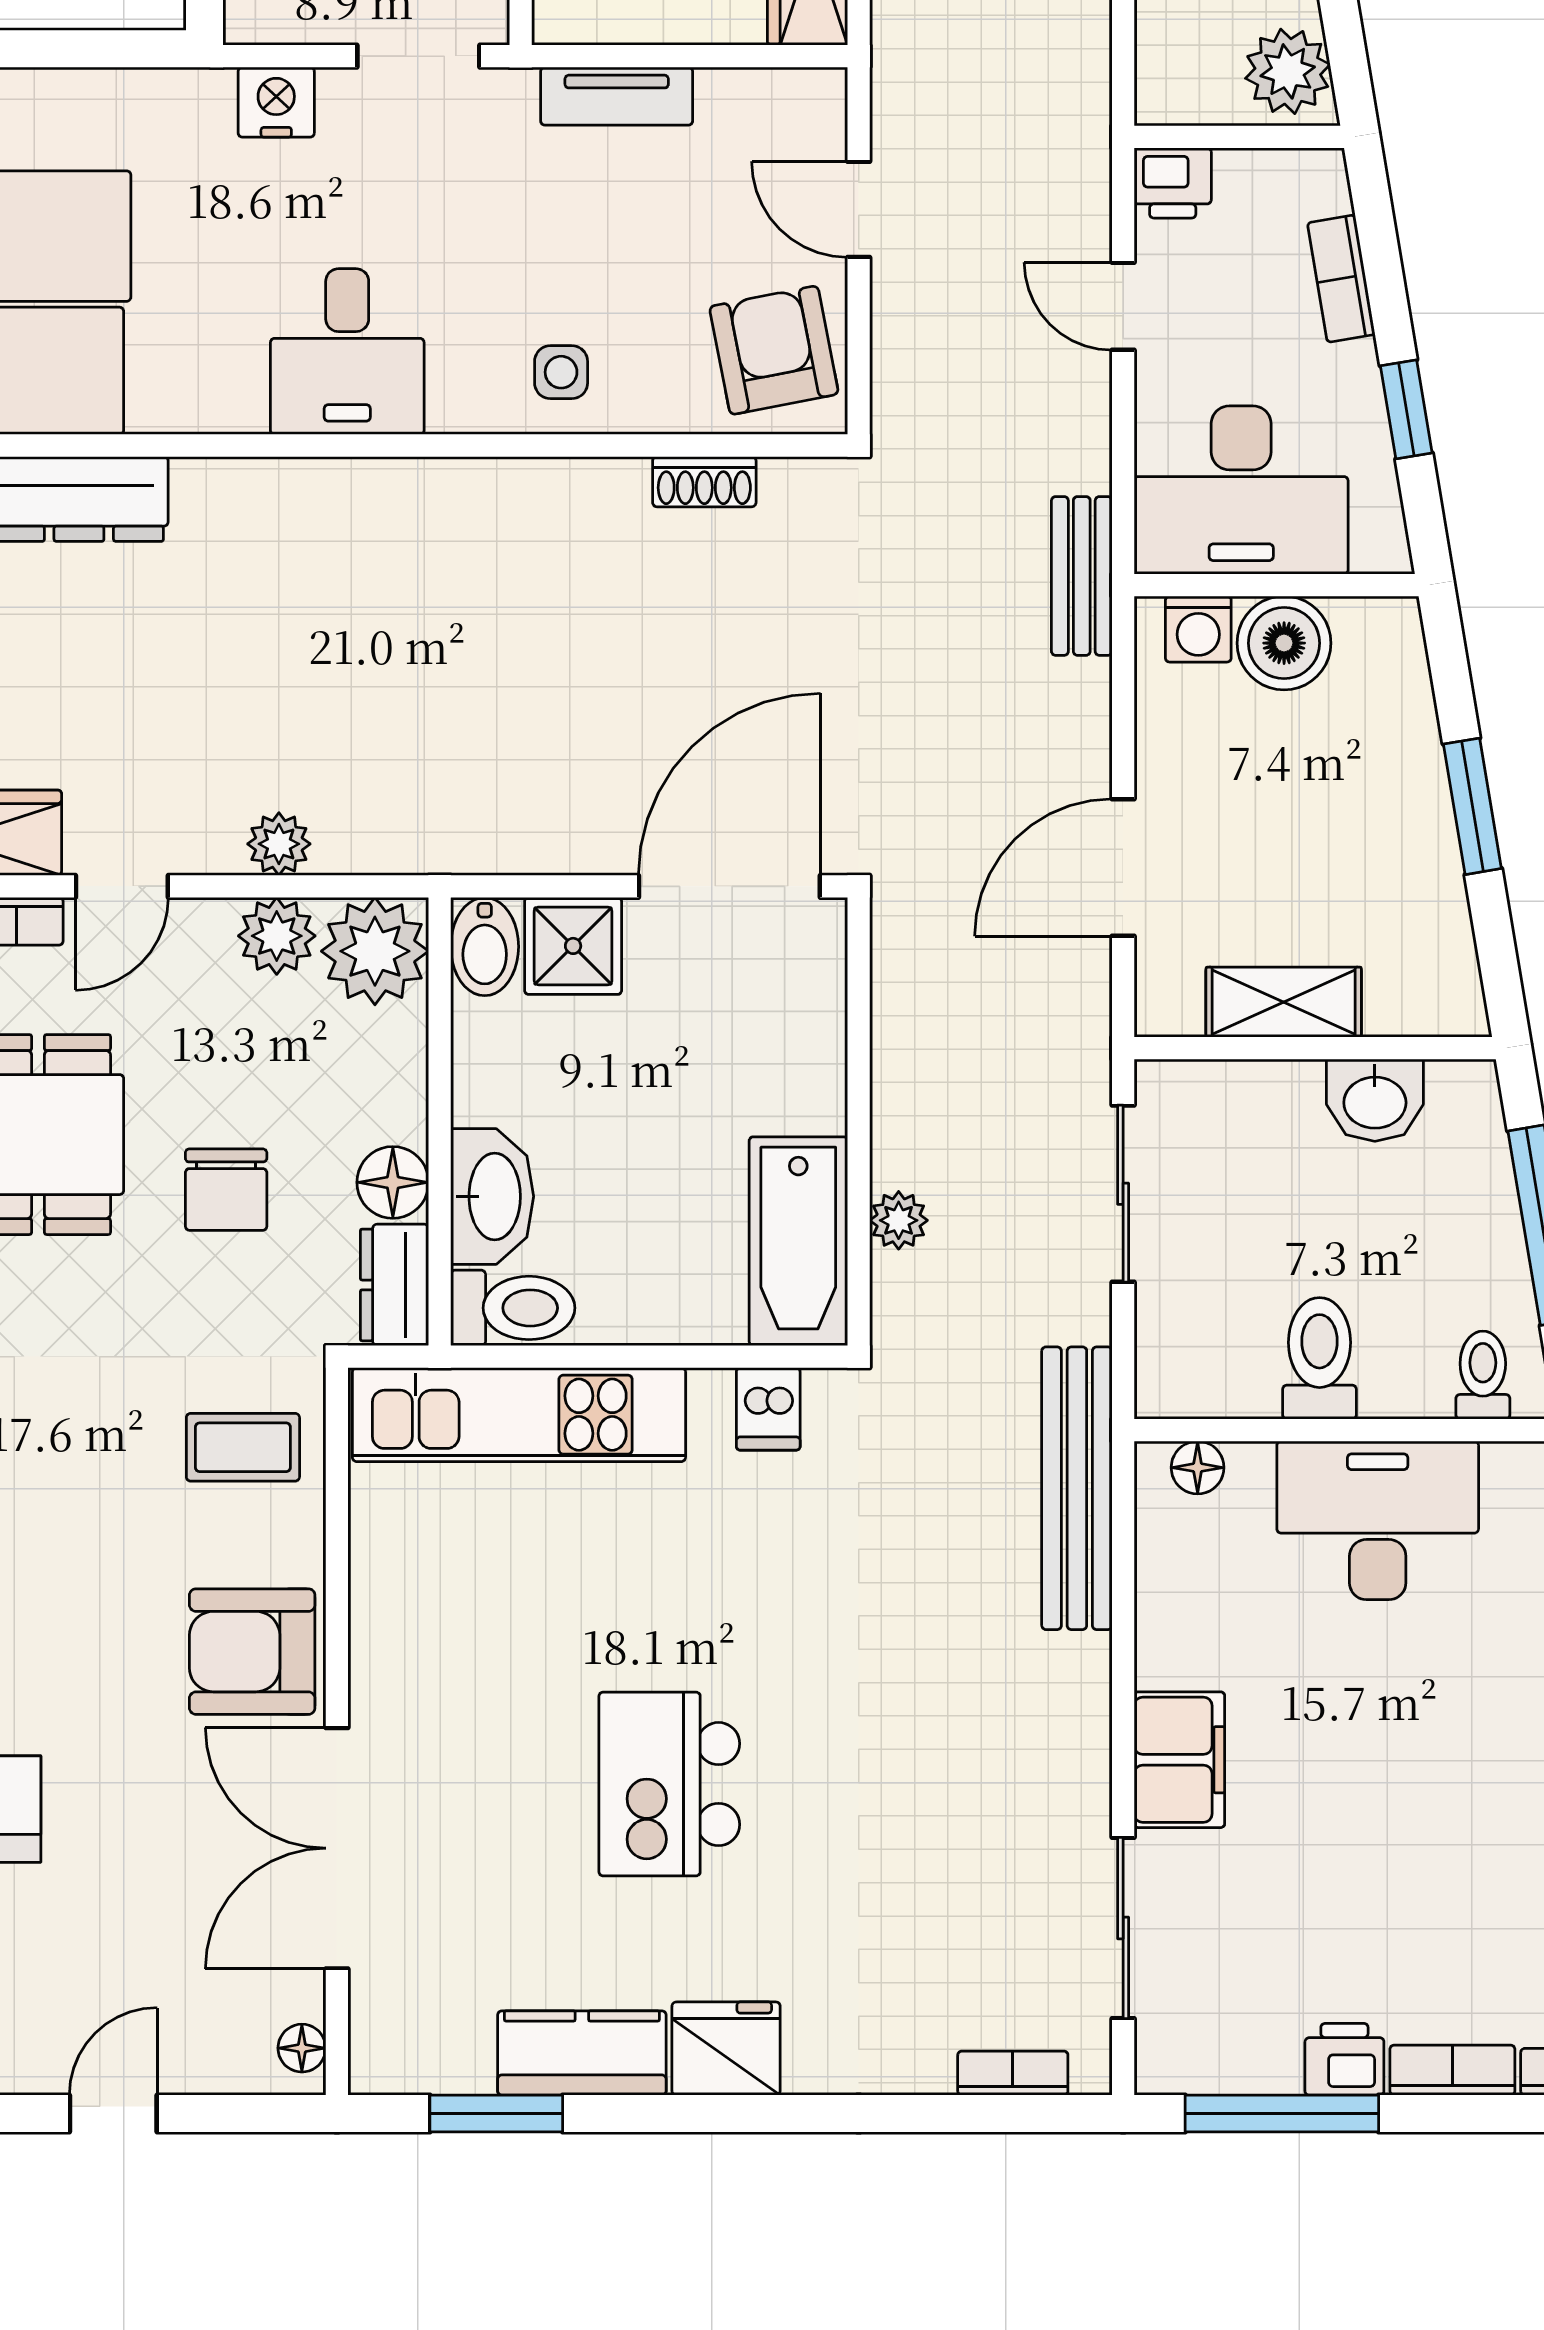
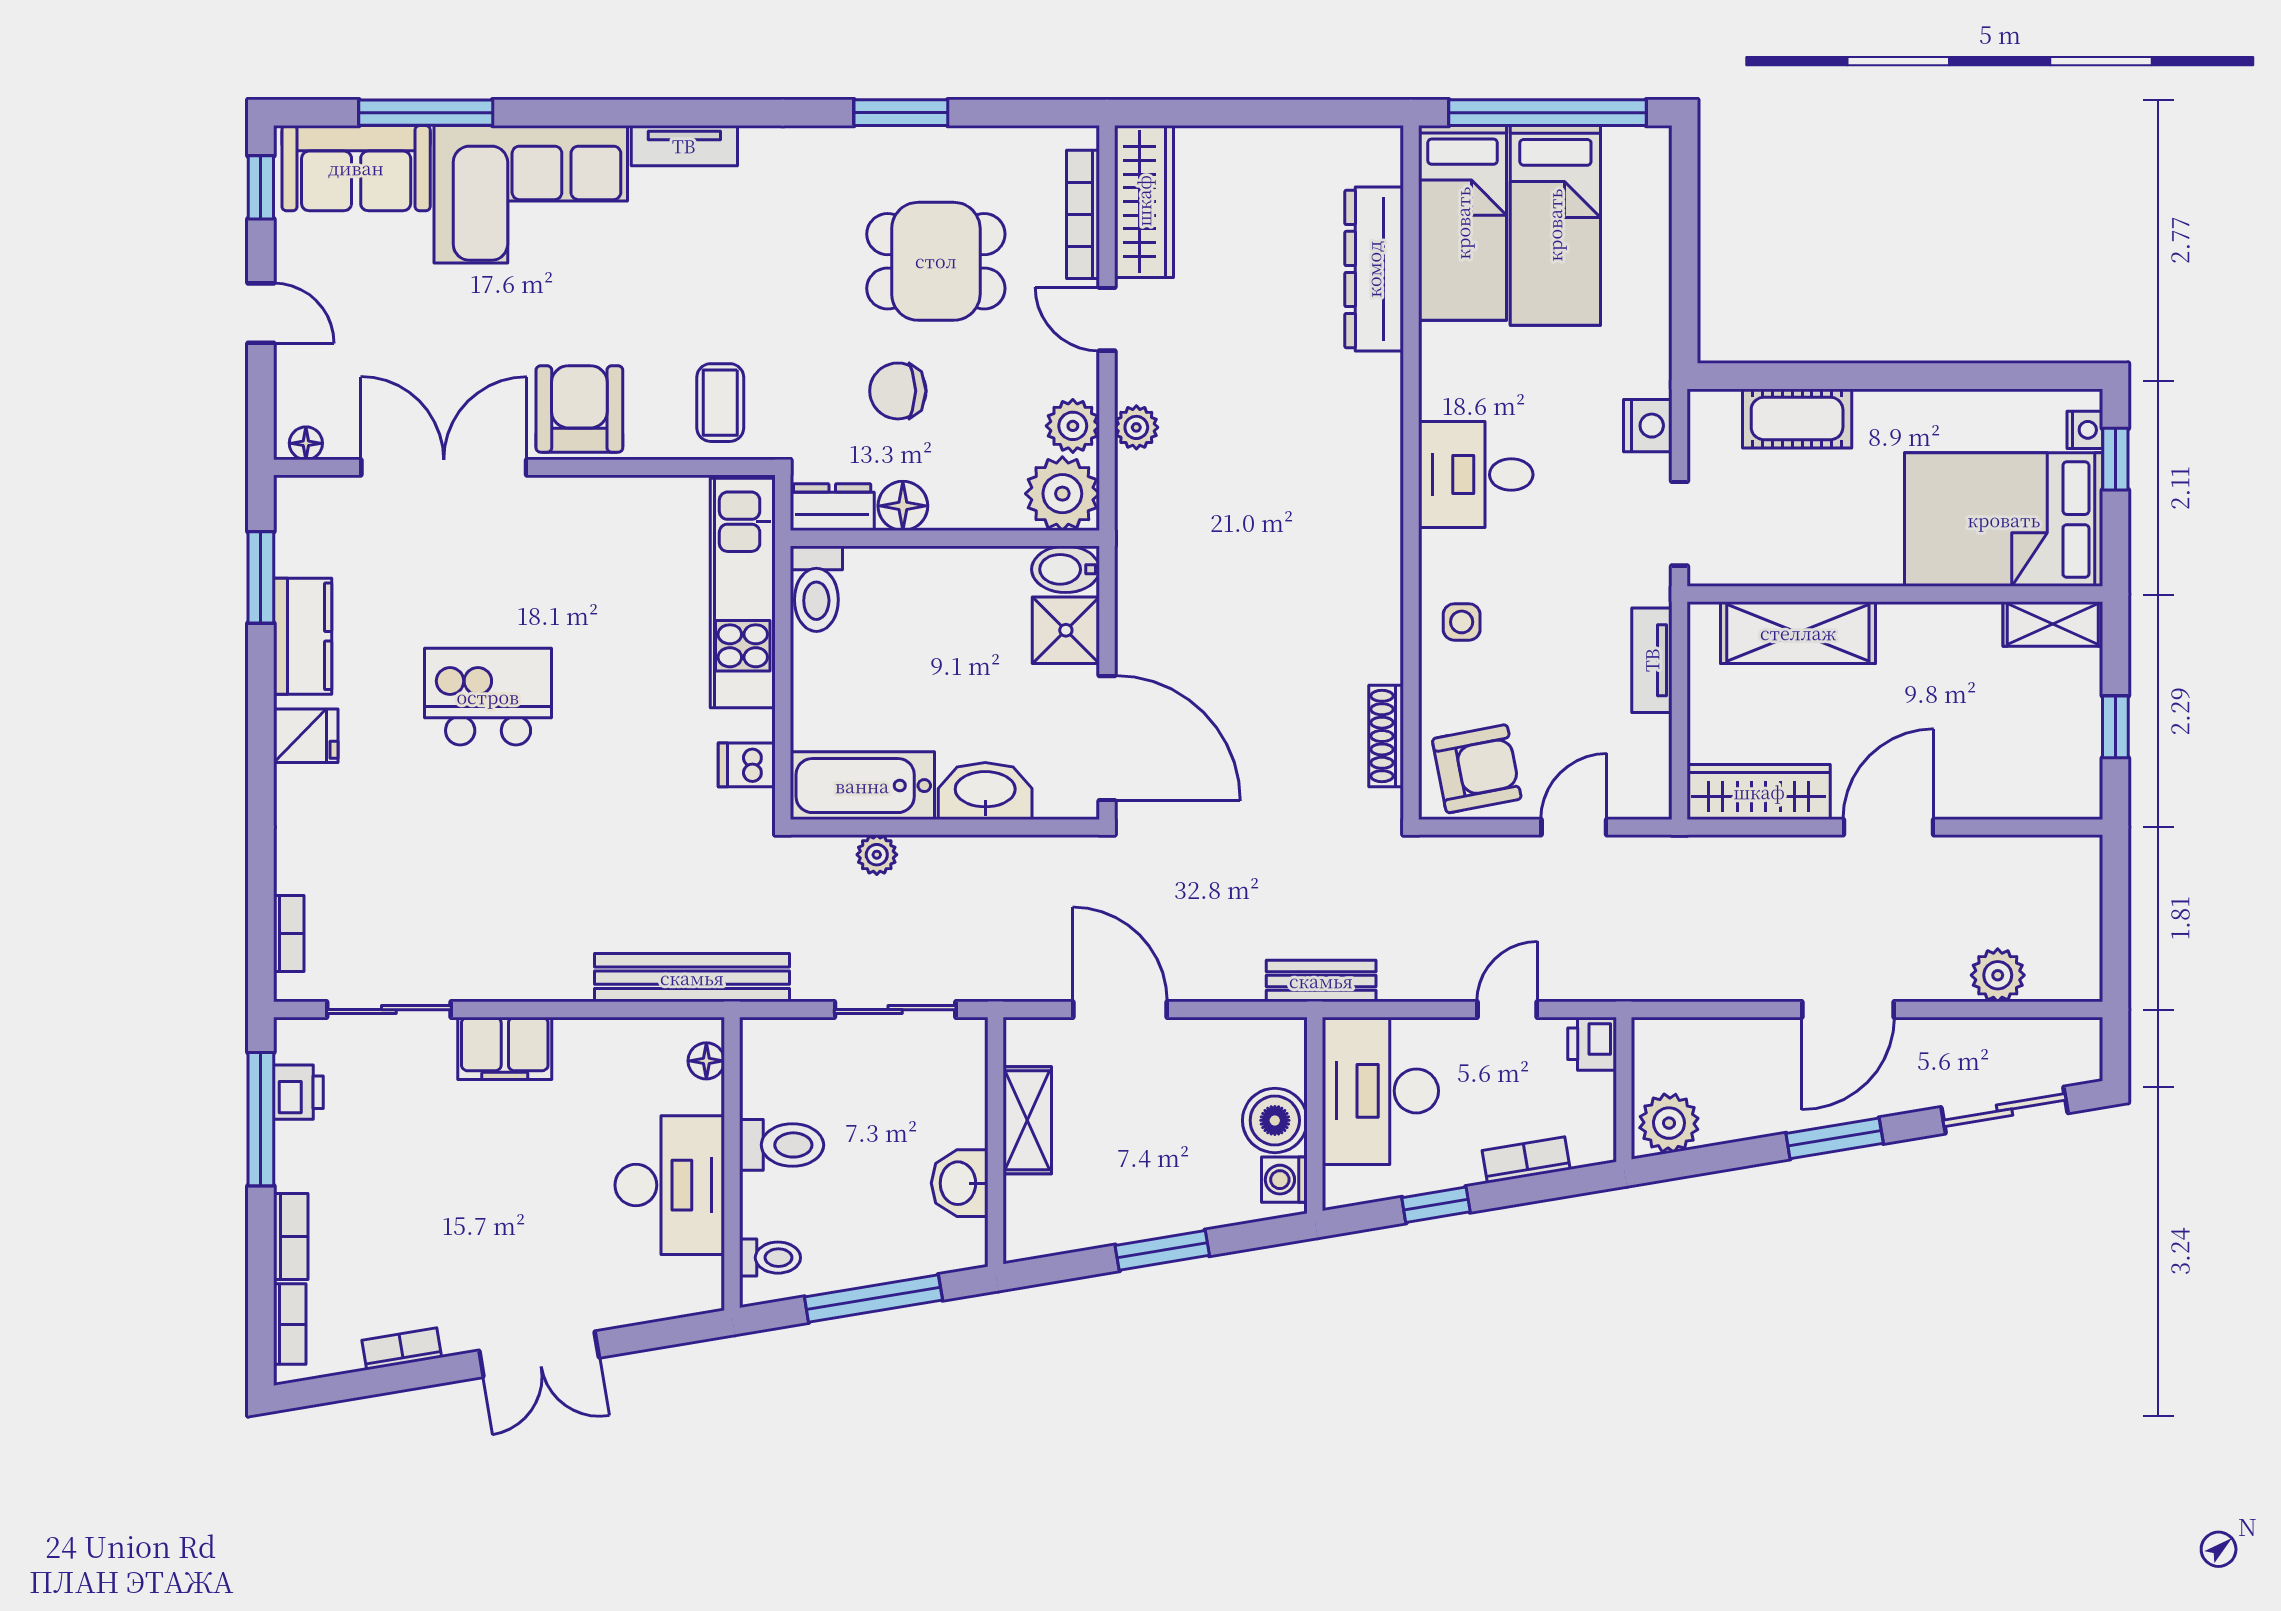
shoe rack: (704, 482) -> (1386, 736), width x1.43
washing machine: (1198, 629) -> (1284, 1180), moved
washbasin: (492, 1196) -> (985, 791), moved, turned 180
fridge: (726, 2049) -> (306, 736), width x0.72
printer: (1344, 2059) -> (298, 1092), moved

